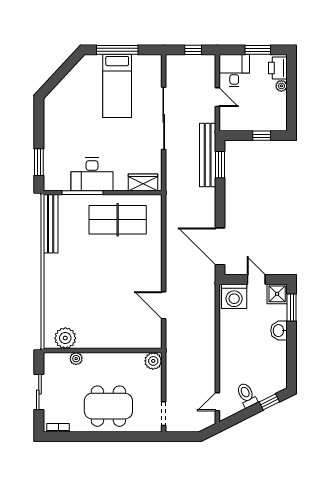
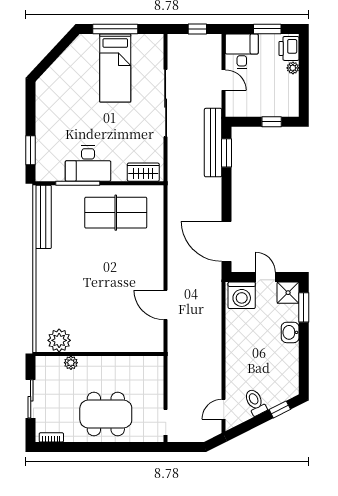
plant: (153, 361) -> (154, 365), removed

